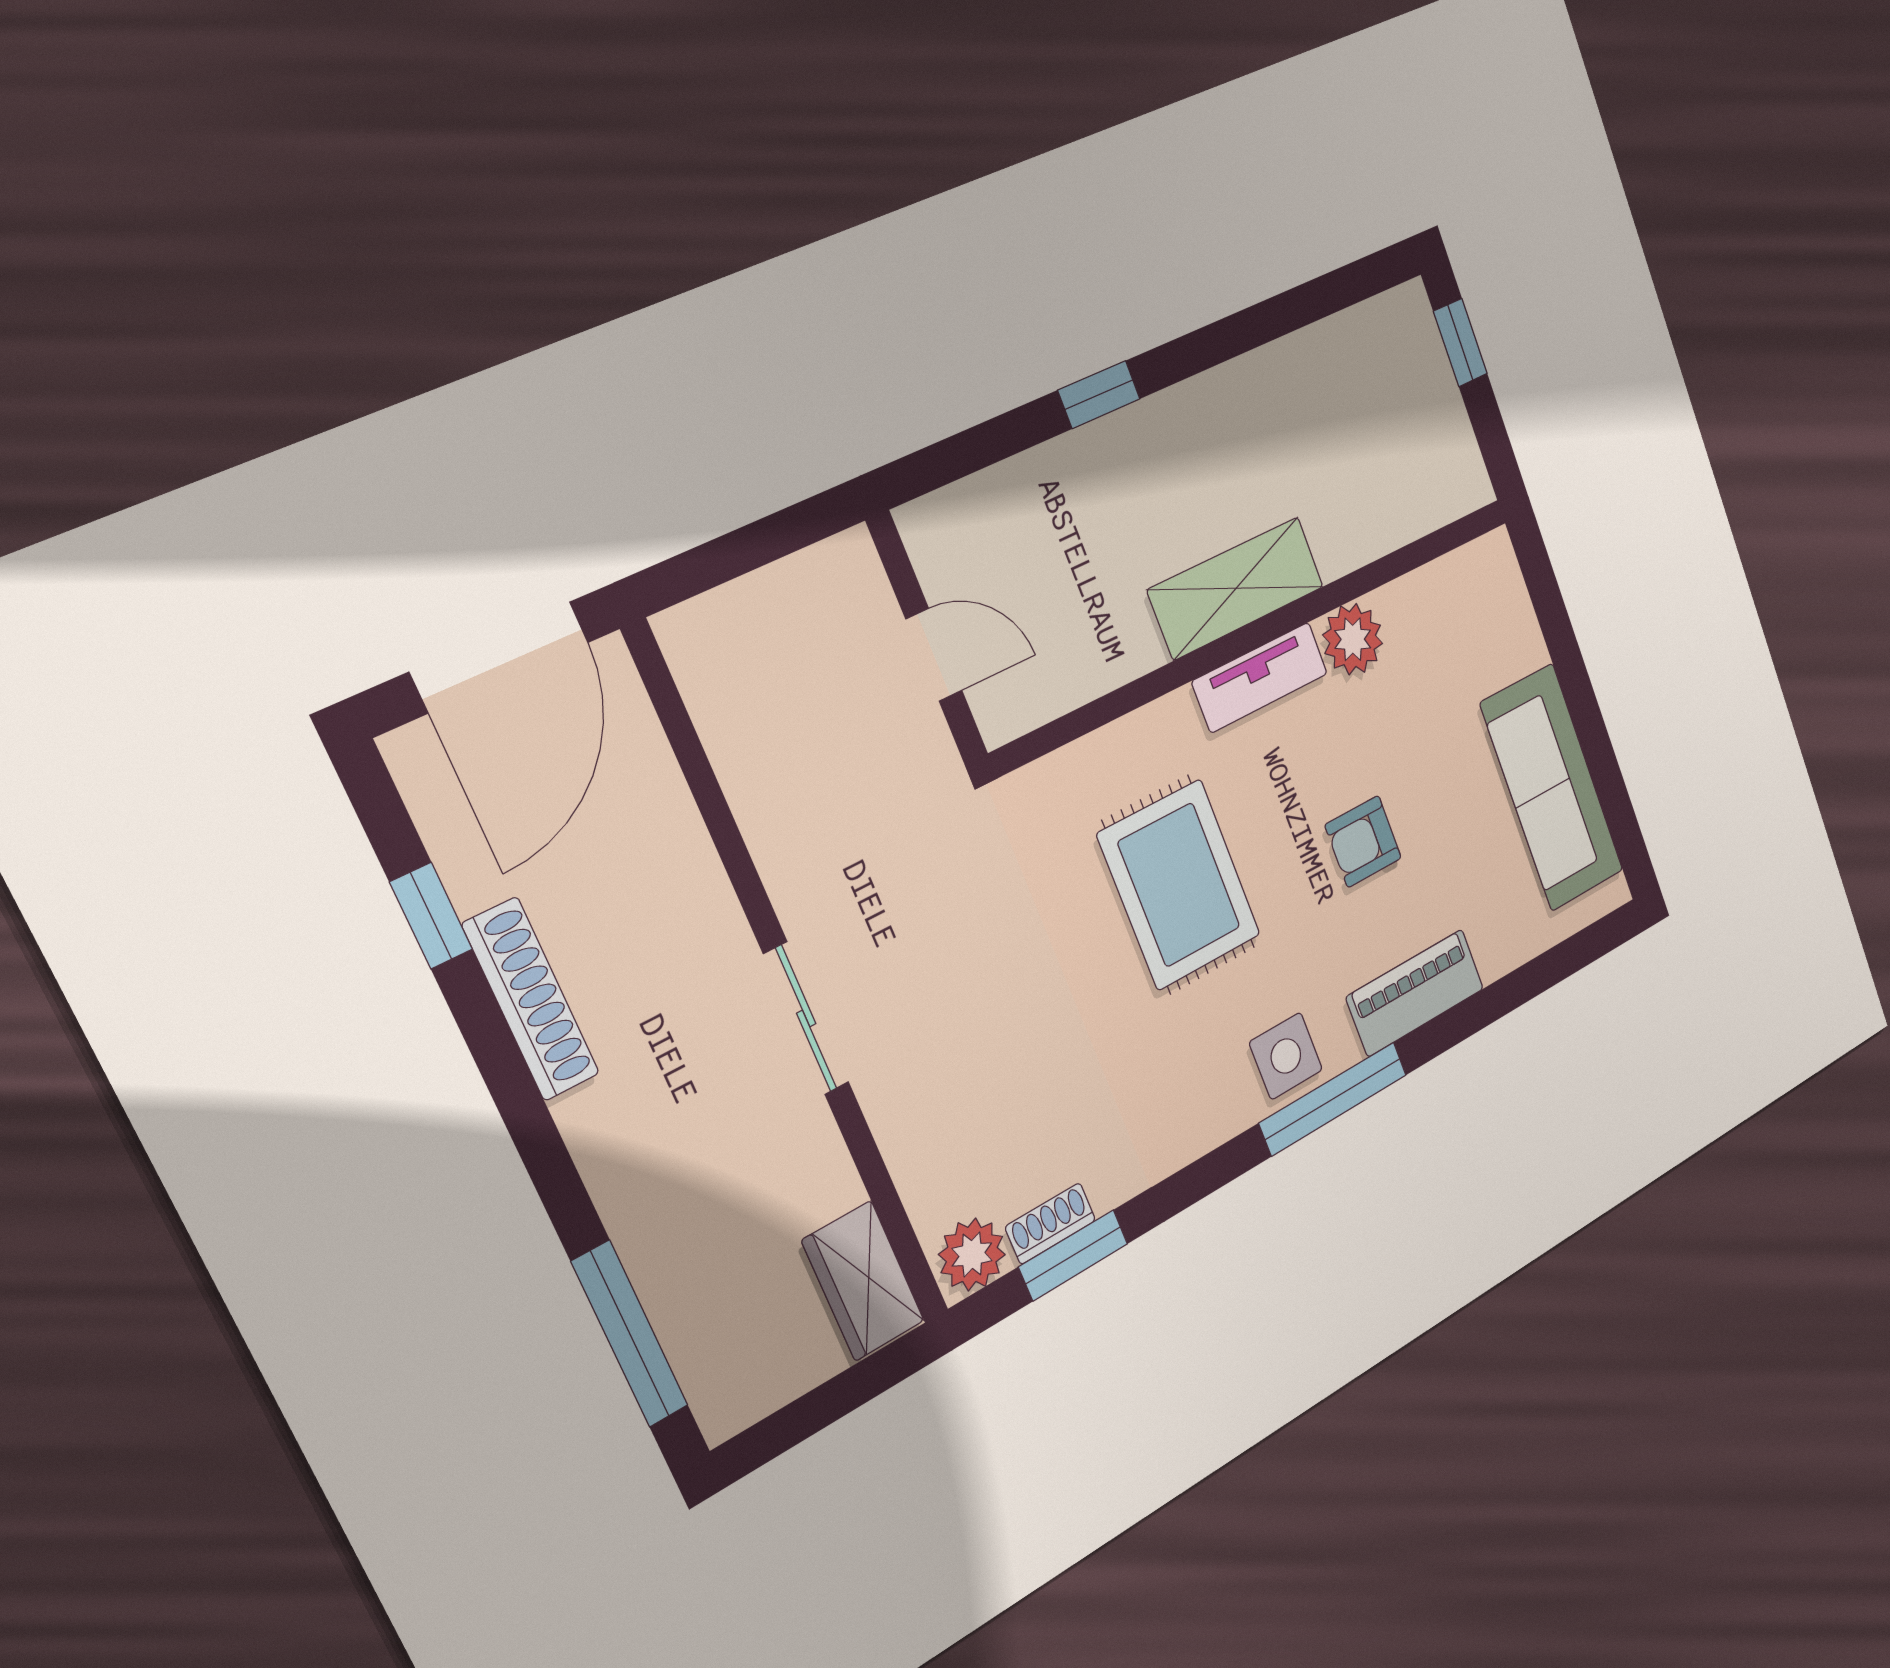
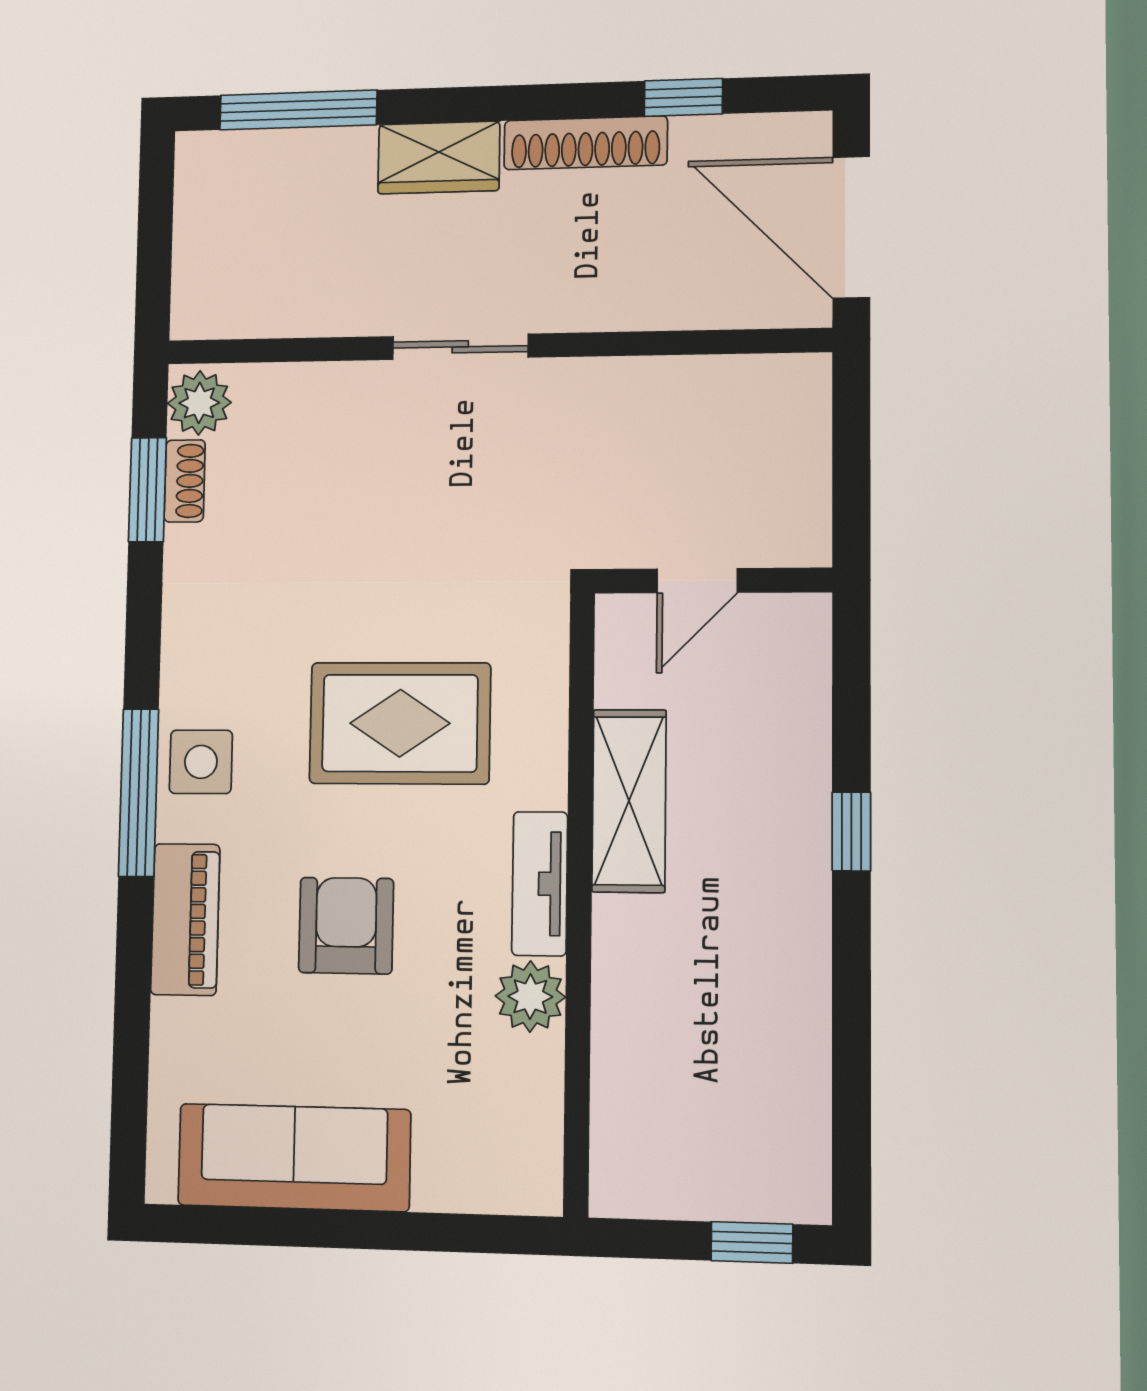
shelving: (1236, 588) -> (629, 801), moved
armchair: (1363, 842) -> (346, 926), width x1.38, depth x1.38
wardrobe: (863, 1281) -> (439, 157), moved, turned 180

